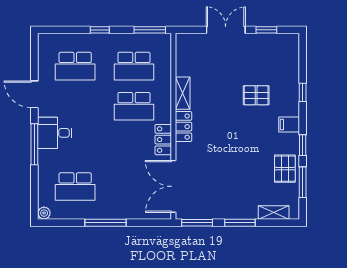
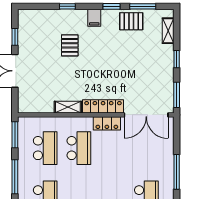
window: (100, 30) -> (15, 177), width x2.17
locker: (183, 127) -> (103, 106), width x1.53
window: (240, 223) -> (177, 59), width x0.67

